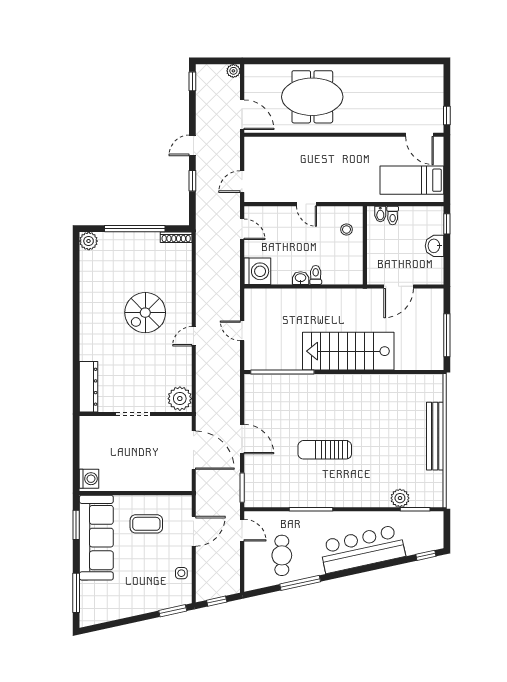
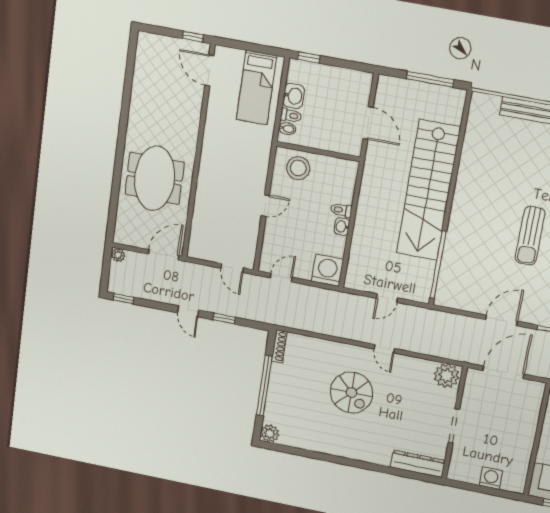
door: (419, 135) -> (209, 70), swing flipped
stool: (347, 229) -> (298, 168), width x1.89, depth x1.89
washbasin: (434, 246) -> (294, 96), moved, turned -90
stairs: (348, 351) -> (428, 191), width x1.36
washing machine: (89, 479) -> (491, 478), moved

